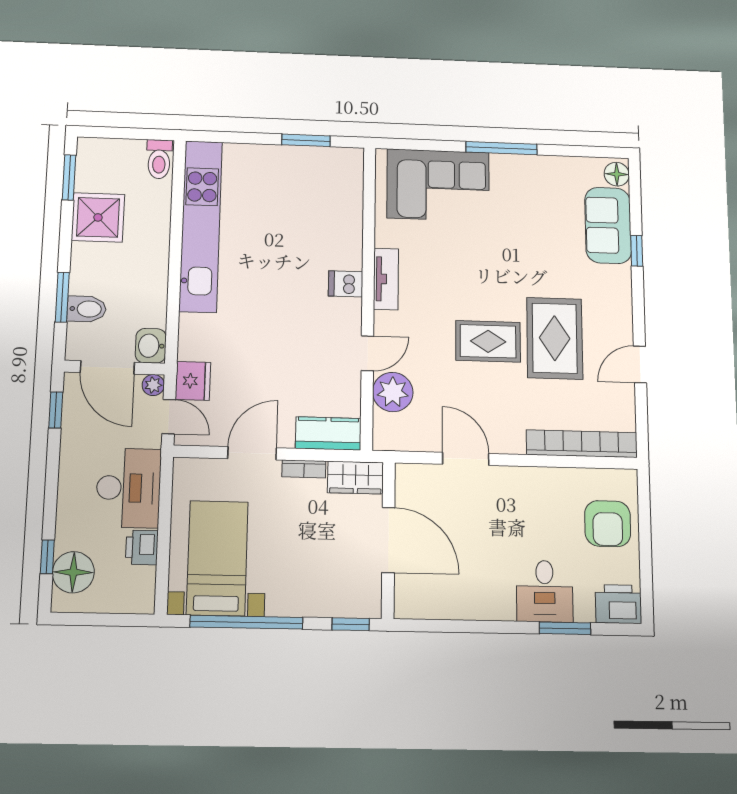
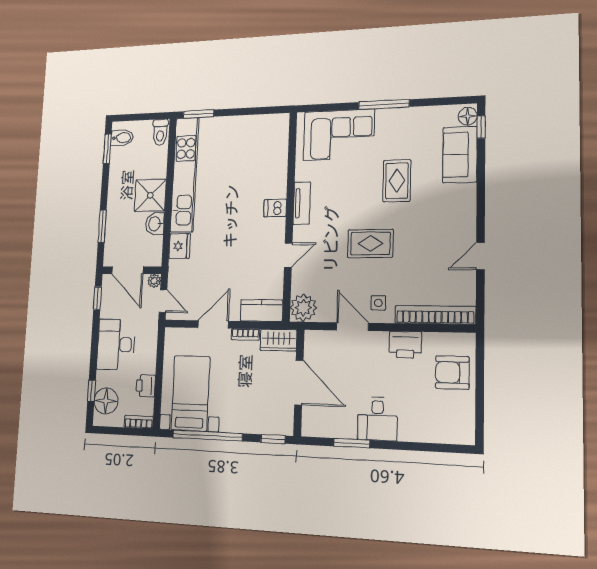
window: (306, 140) -> (198, 114), moved
shower: (98, 217) -> (150, 195), moved
window: (637, 251) -> (481, 127), moved
bidet: (87, 309) -> (122, 138), moved
rug: (555, 338) -> (397, 181), moved, width x0.73, depth x0.70
washbasin: (151, 346) -> (155, 224), moved
fridge: (193, 381) -> (180, 246), moved
plant: (393, 392) -> (303, 308), moved
side table: (502, 426) -> (378, 303), added
desk: (129, 488) -> (116, 344), moved, turned 180
armchair: (608, 524) -> (452, 372), turned 90
desk: (545, 591) -> (377, 419), moved
bookcase: (131, 604) -> (139, 422), added
printer: (619, 604) -> (405, 345), moved, turned 180
window: (565, 628) -> (352, 443), moved

